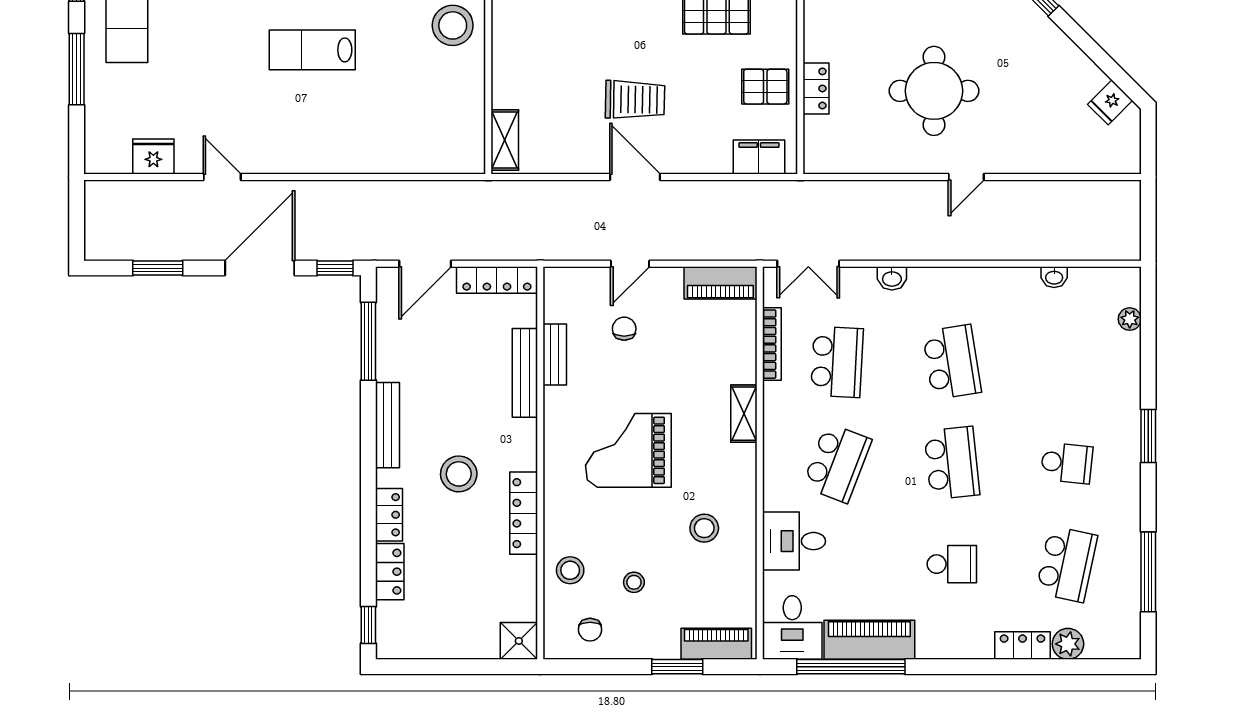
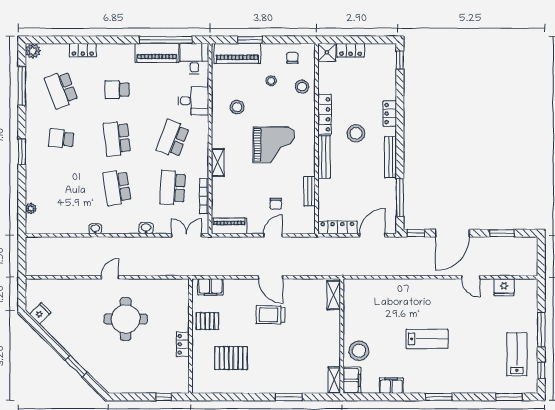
locker: (816, 88) -> (183, 344), moved
washbasin: (1054, 277) -> (95, 229), moved
bench: (525, 373) -> (324, 157), moved
school desk: (1067, 564) -> (61, 90), turned -33
locker: (390, 572) -> (351, 50), moved, turned -90
piano: (716, 644) -> (237, 54), width x1.37, depth x1.33
plant: (1068, 644) -> (33, 51), moved

